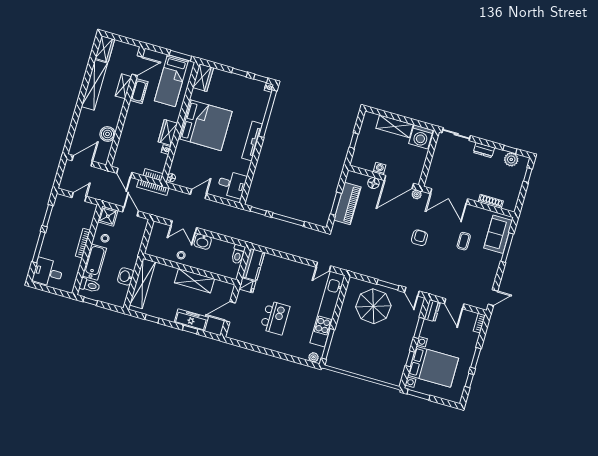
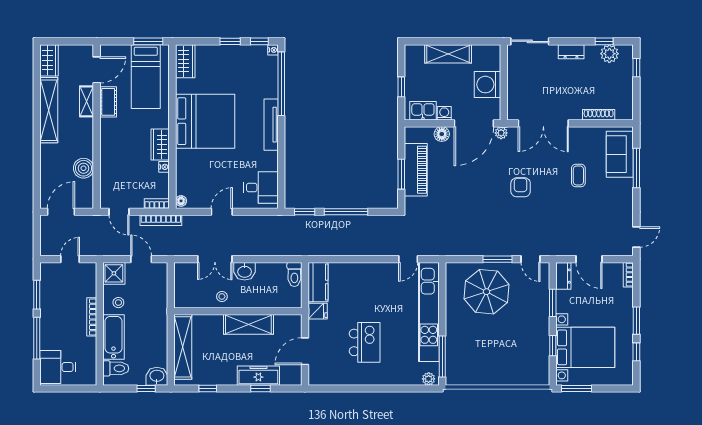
washing machine: (421, 137) -> (487, 85), moved, turned 90
kitchen sink: (365, 162) -> (423, 111), added
washbasin: (126, 276) -> (157, 376), moved, turned 90
window: (90, 301) -> (146, 389), moved

